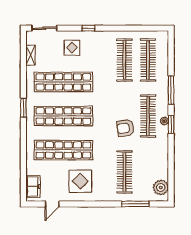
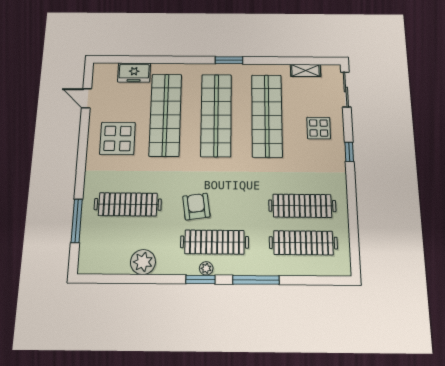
freezer: (33, 186) -> (134, 73), moved
plant: (161, 187) -> (143, 262), moved

